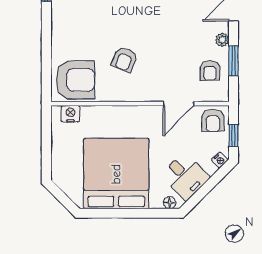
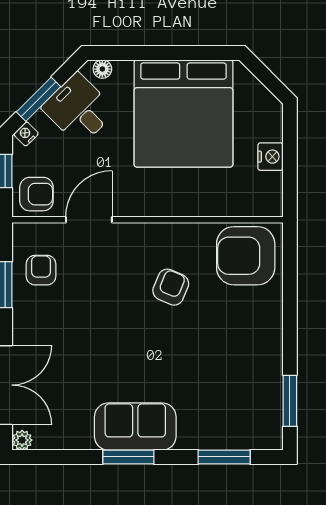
plant: (222, 40) -> (22, 317), removed
nightstand: (70, 114) -> (270, 157), moved, turned -90
armchair: (213, 120) -> (36, 194), turned 90
window: (212, 183) -> (39, 99), added

